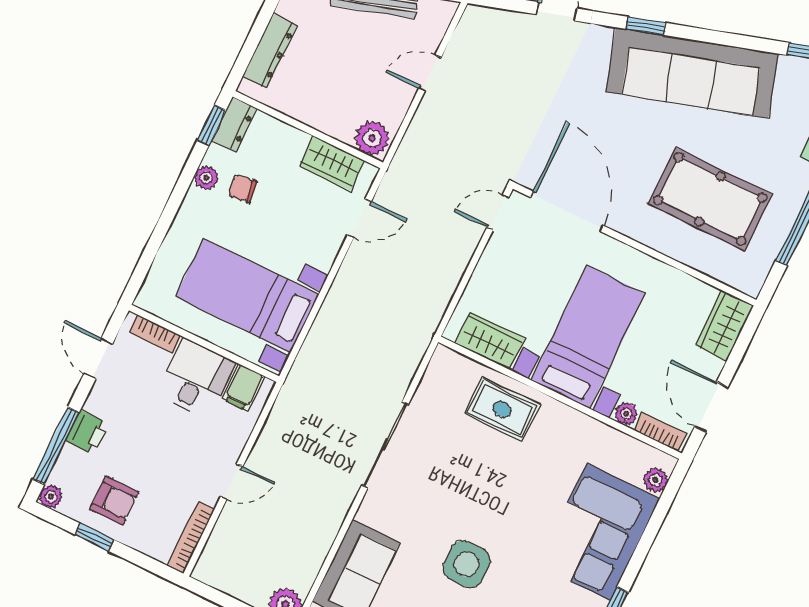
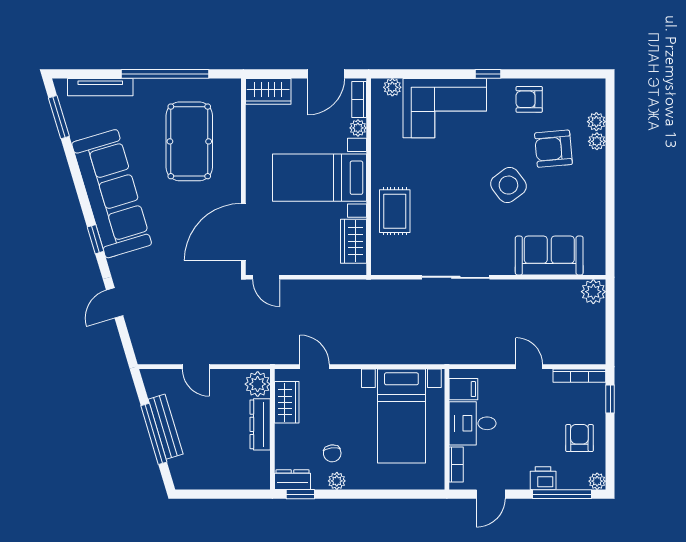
dresser: (270, 51) -> (260, 424), moved, turned -90
window: (94, 537) -> (610, 399), moved
side table: (467, 564) -> (508, 185), turned -37

